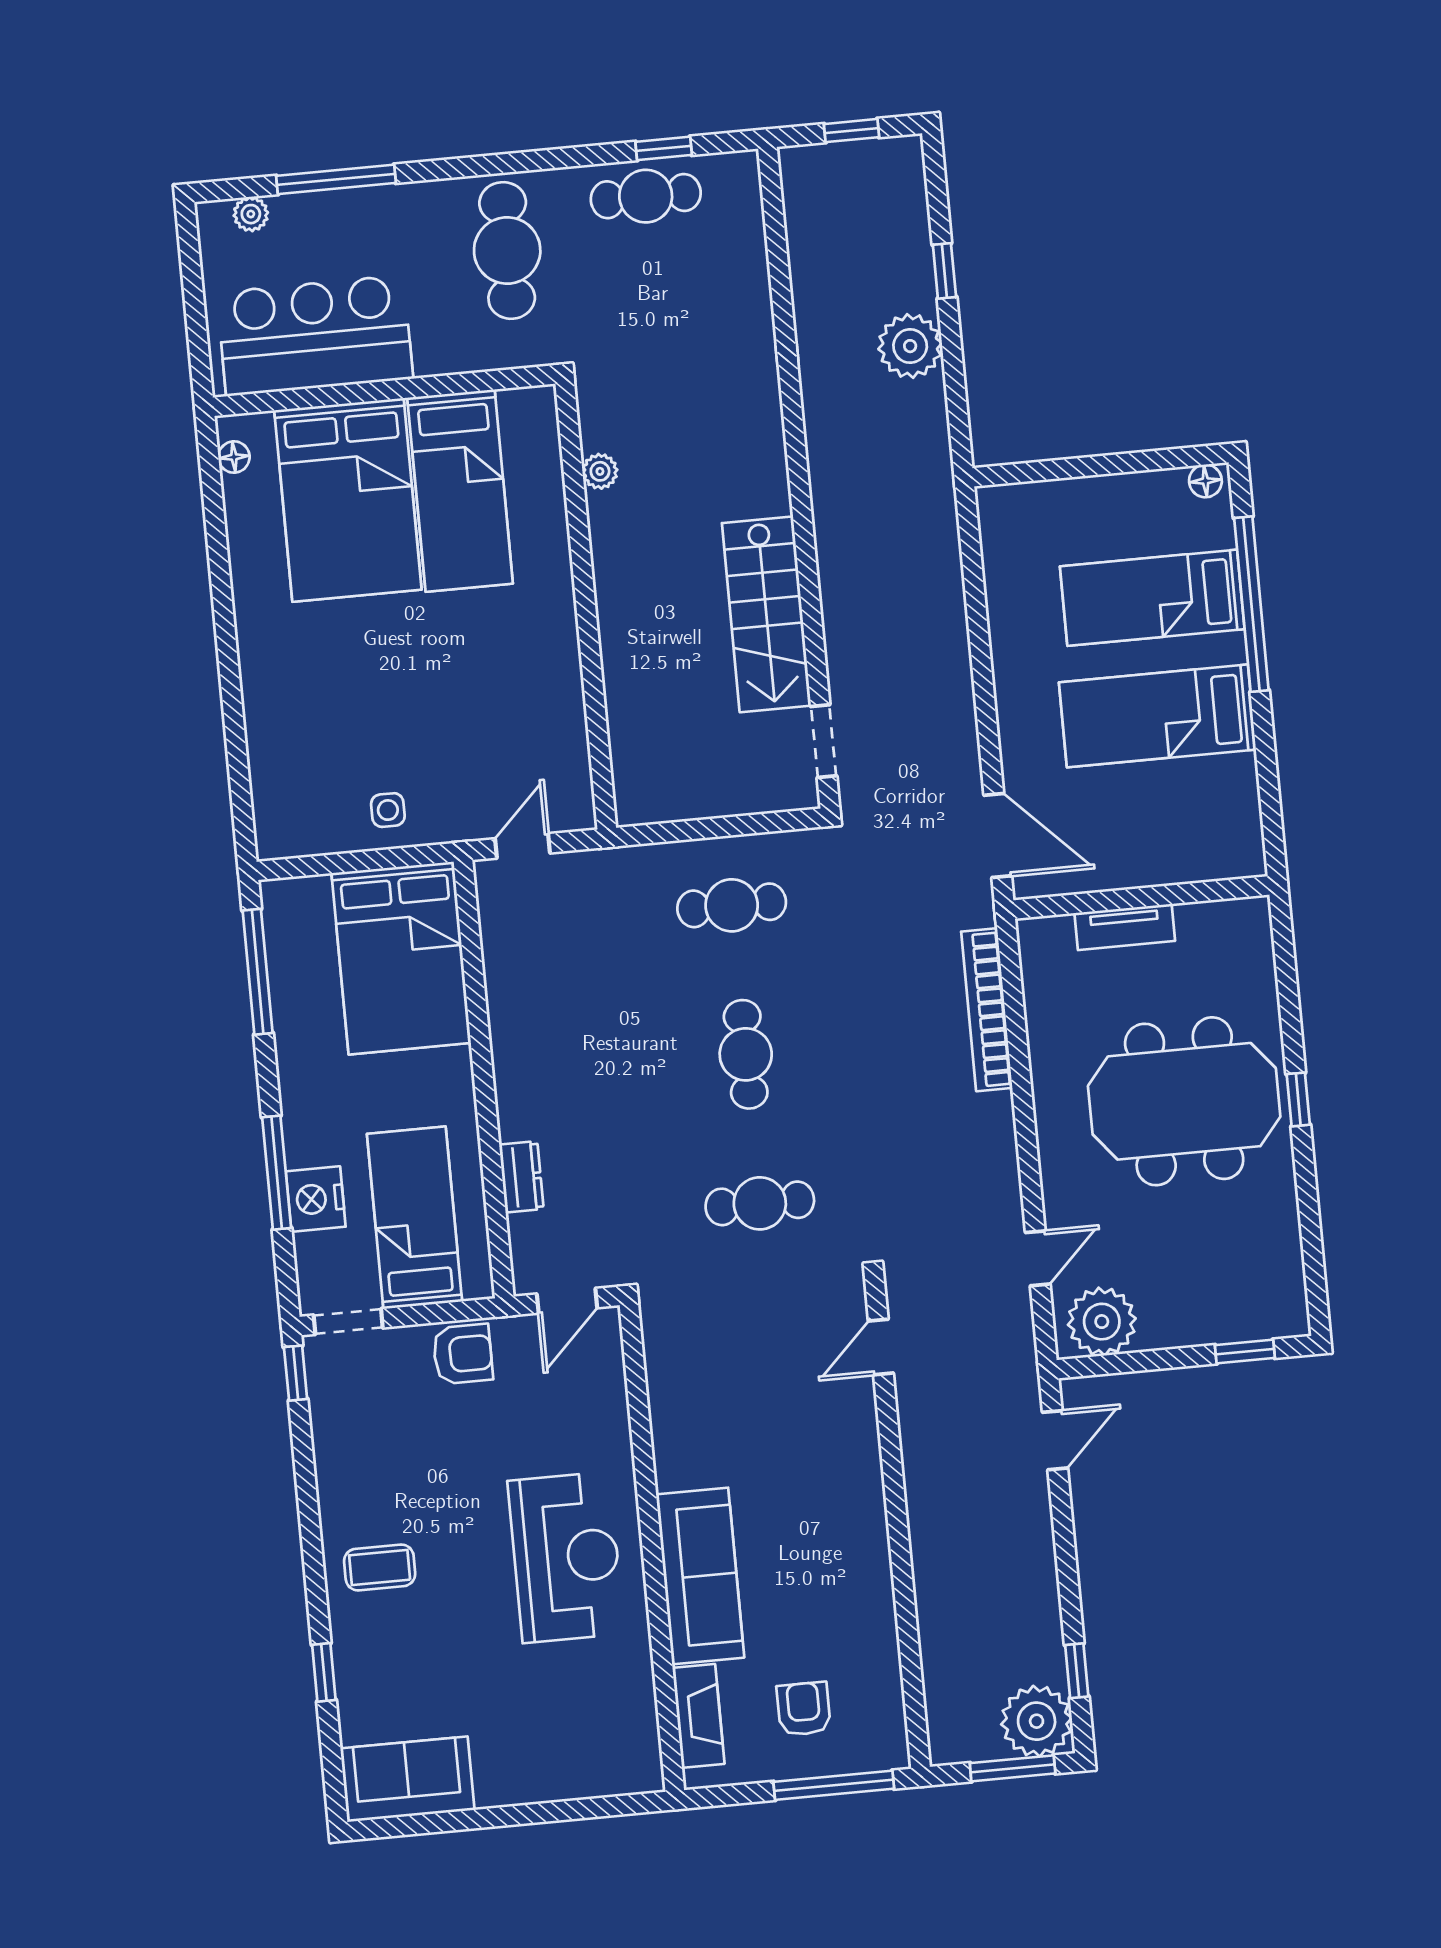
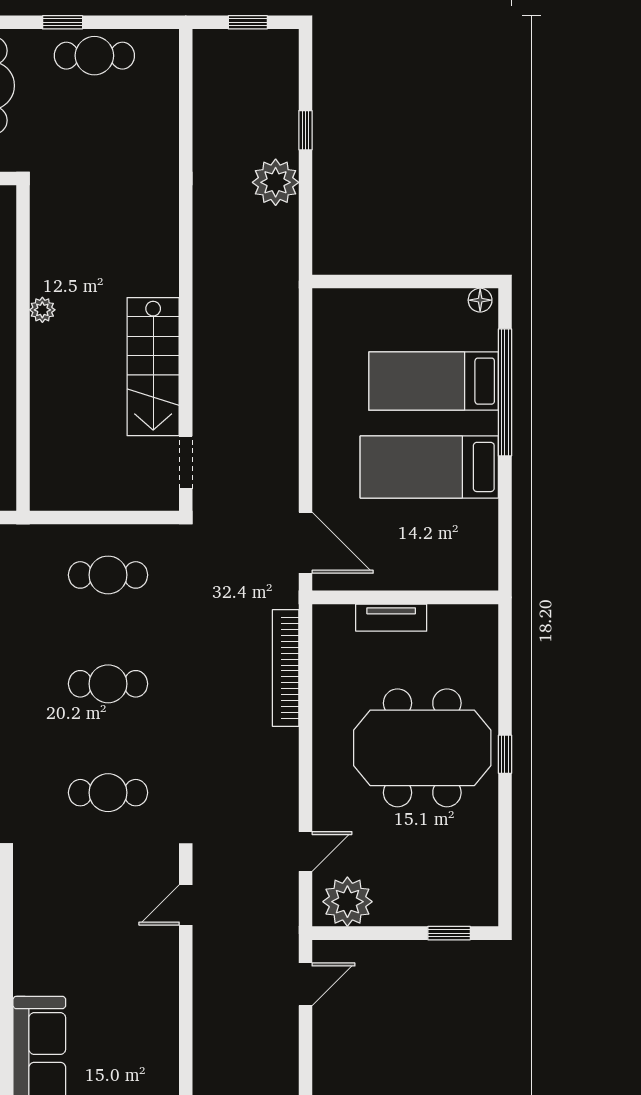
window: (664, 148) -> (63, 22), moved
plant: (600, 471) -> (42, 310), moved
cafe table: (746, 1054) -> (108, 684), turned 90

